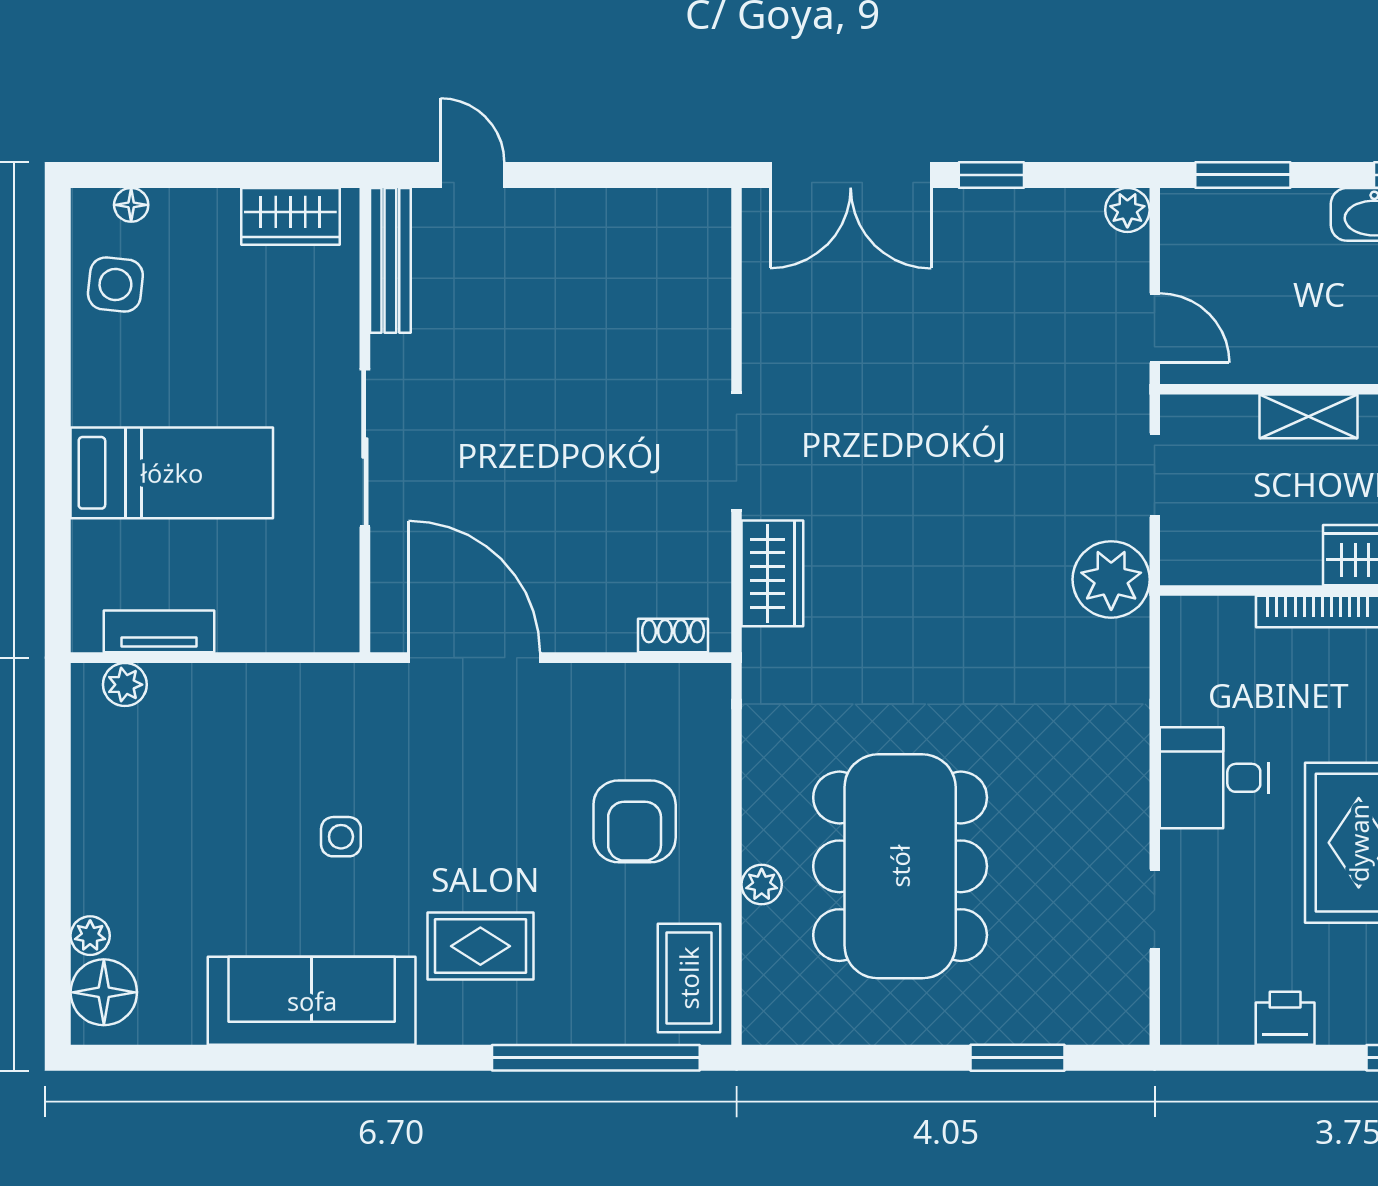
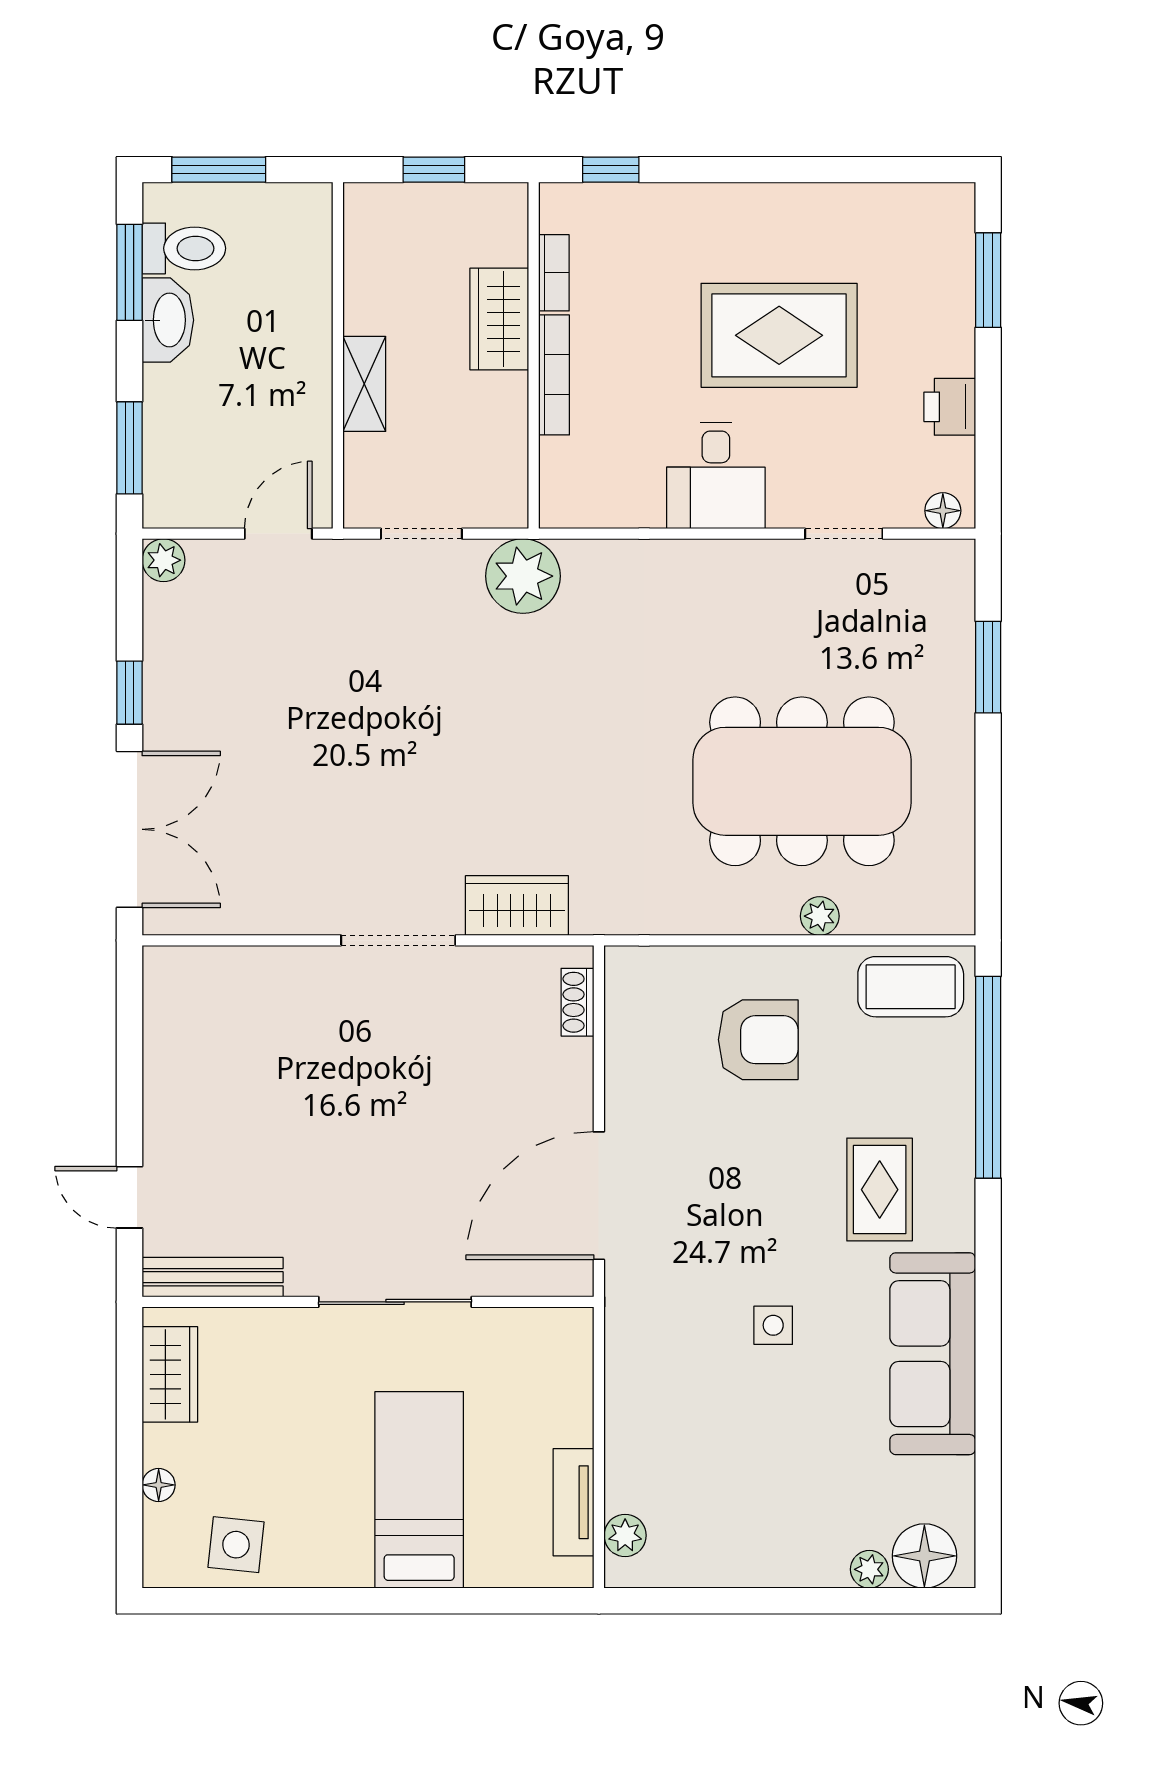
door: (473, 175) -> (129, 1197), hinge flipped
floor lamp: (131, 205) -> (159, 1485), moved
floor lamp: (1178, 1011) -> (943, 511), added

